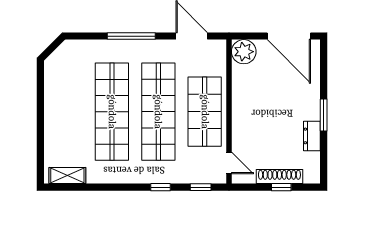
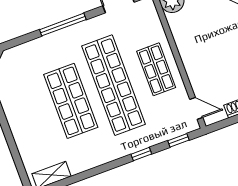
shop shelf: (112, 112) -> (71, 101), width x0.71
shop shelf: (205, 112) -> (156, 69), width x0.70, depth x0.74

